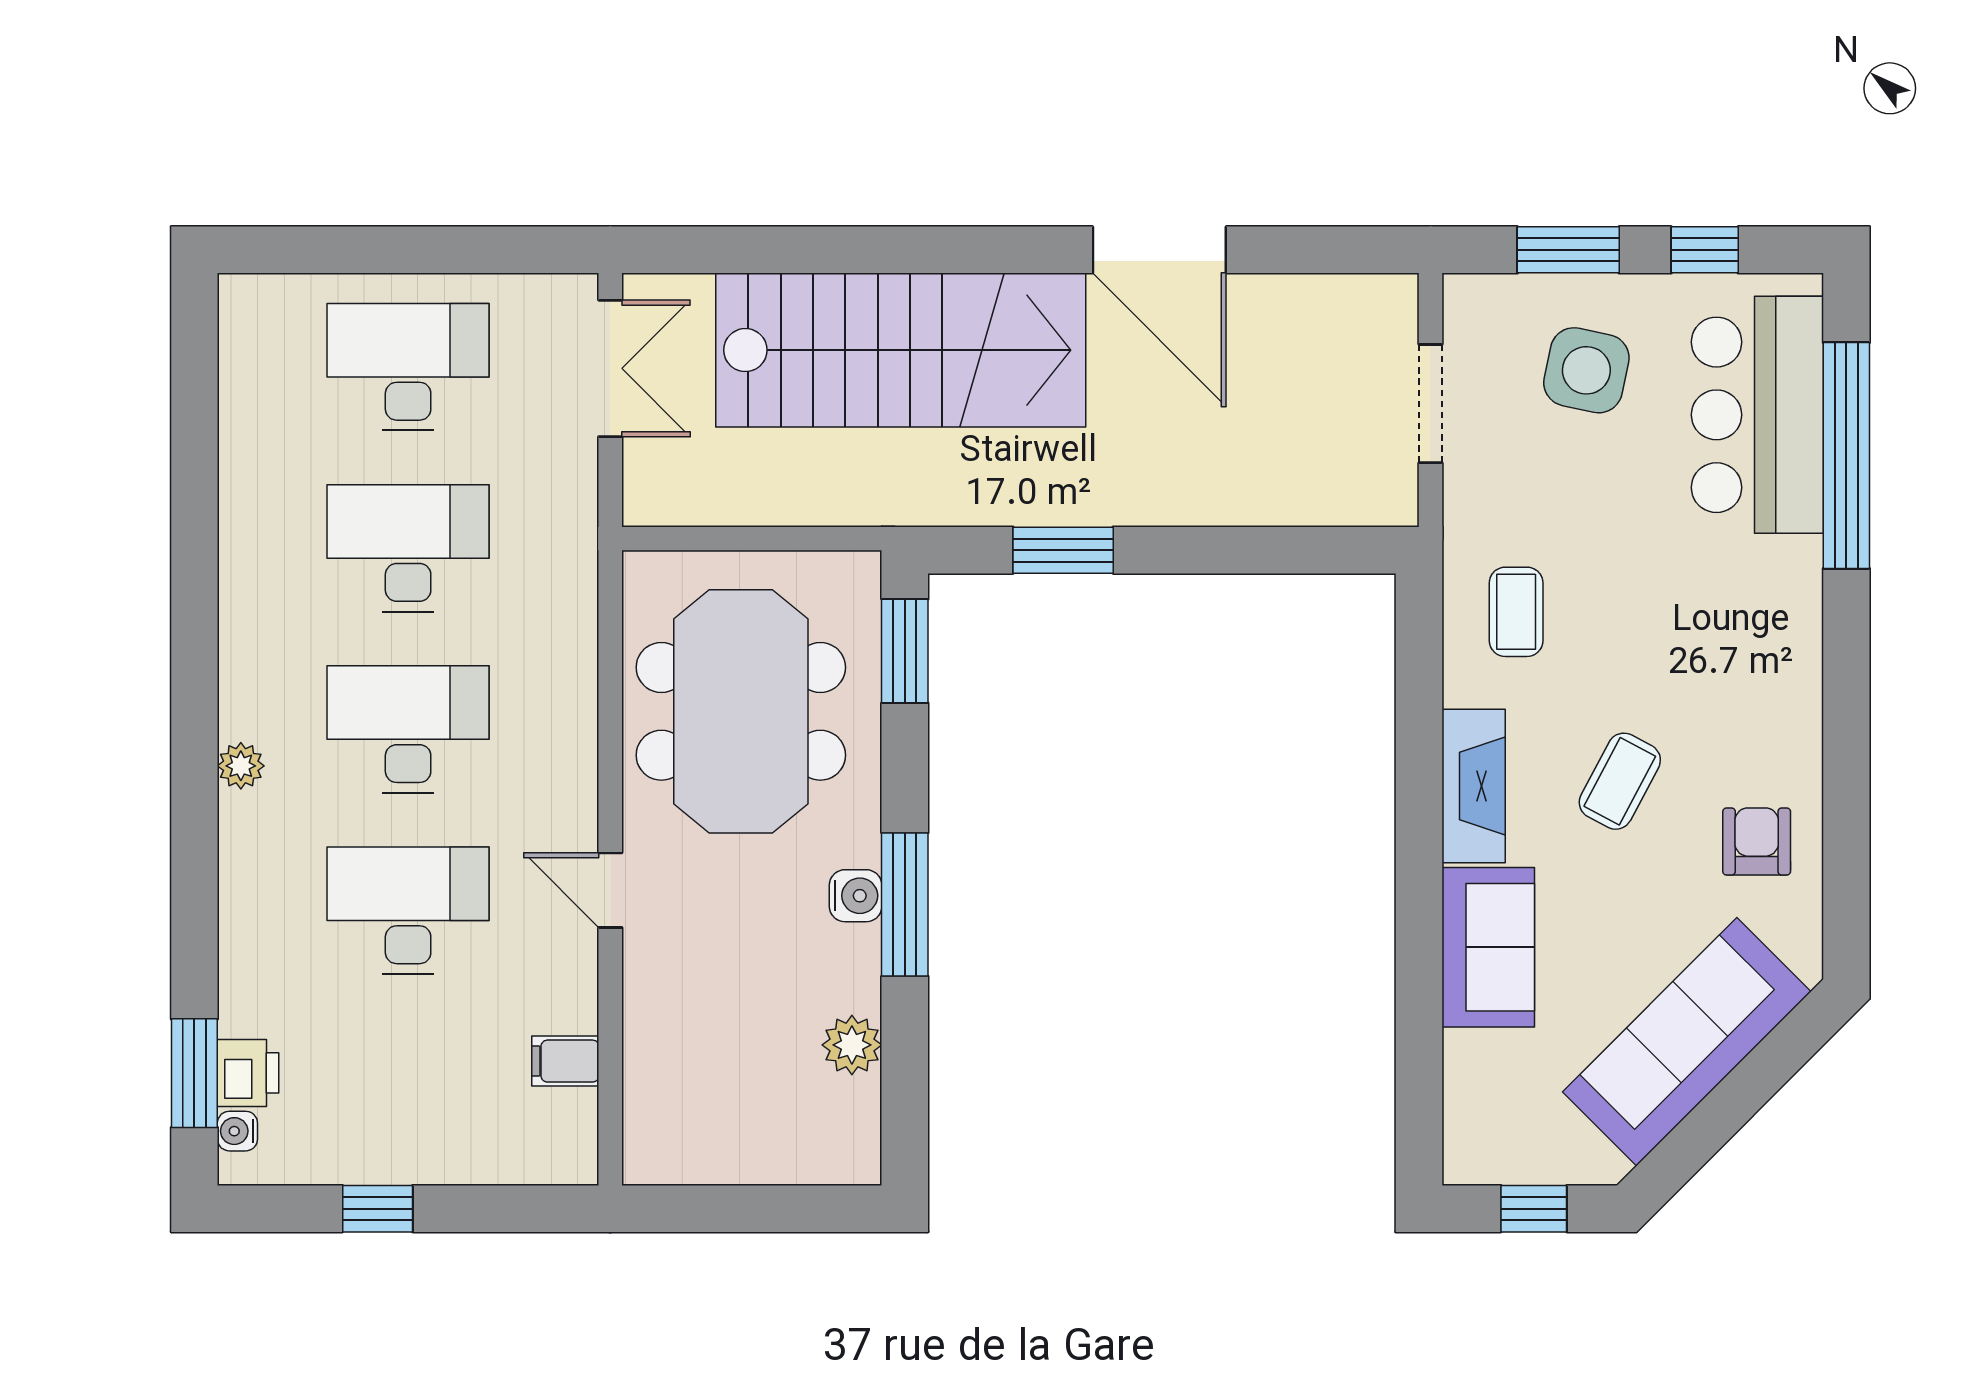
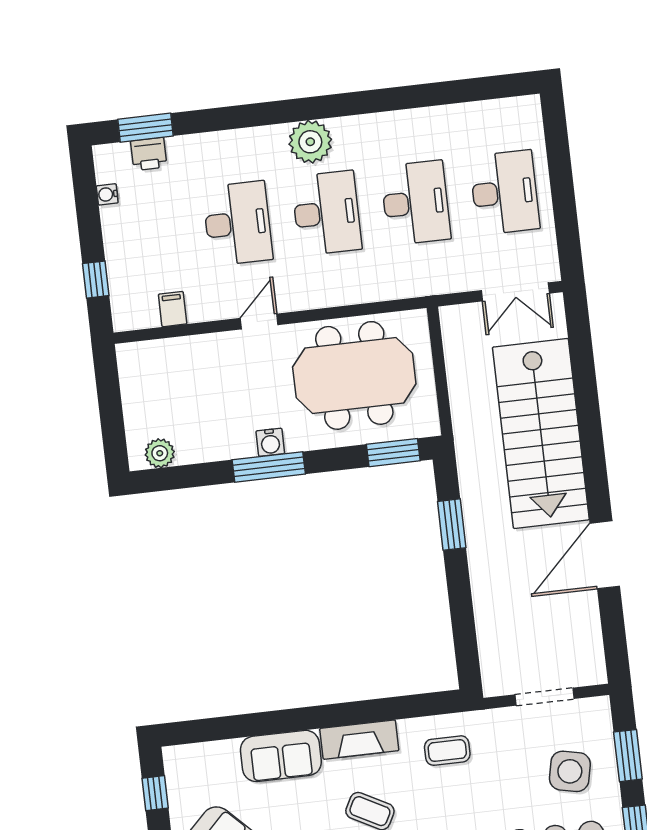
plant: (241, 766) -> (310, 142), width x1.88, depth x1.88
plant: (852, 1045) -> (160, 453), moved
water cooler: (237, 1131) -> (107, 194), moved, turned -90
window: (378, 1209) -> (96, 280), moved

